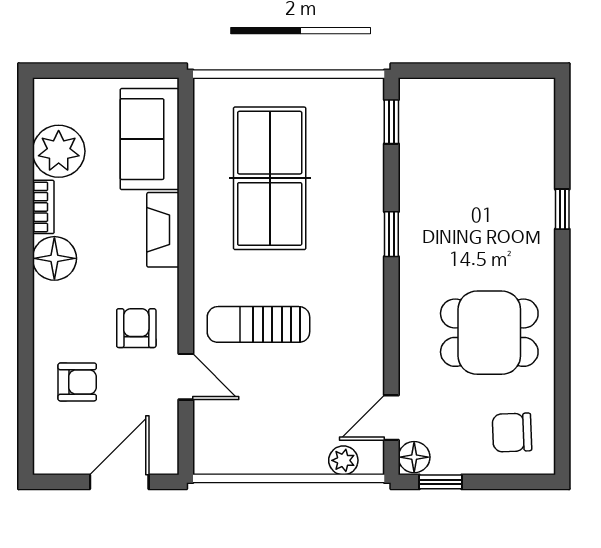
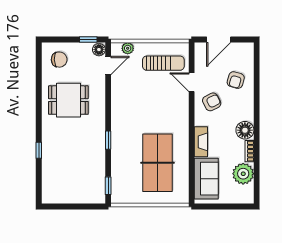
sun lounger: (258, 324) -> (163, 63), moved
armchair: (136, 328) -> (212, 102), turned -117
armchair: (77, 382) -> (236, 80), turned -74

